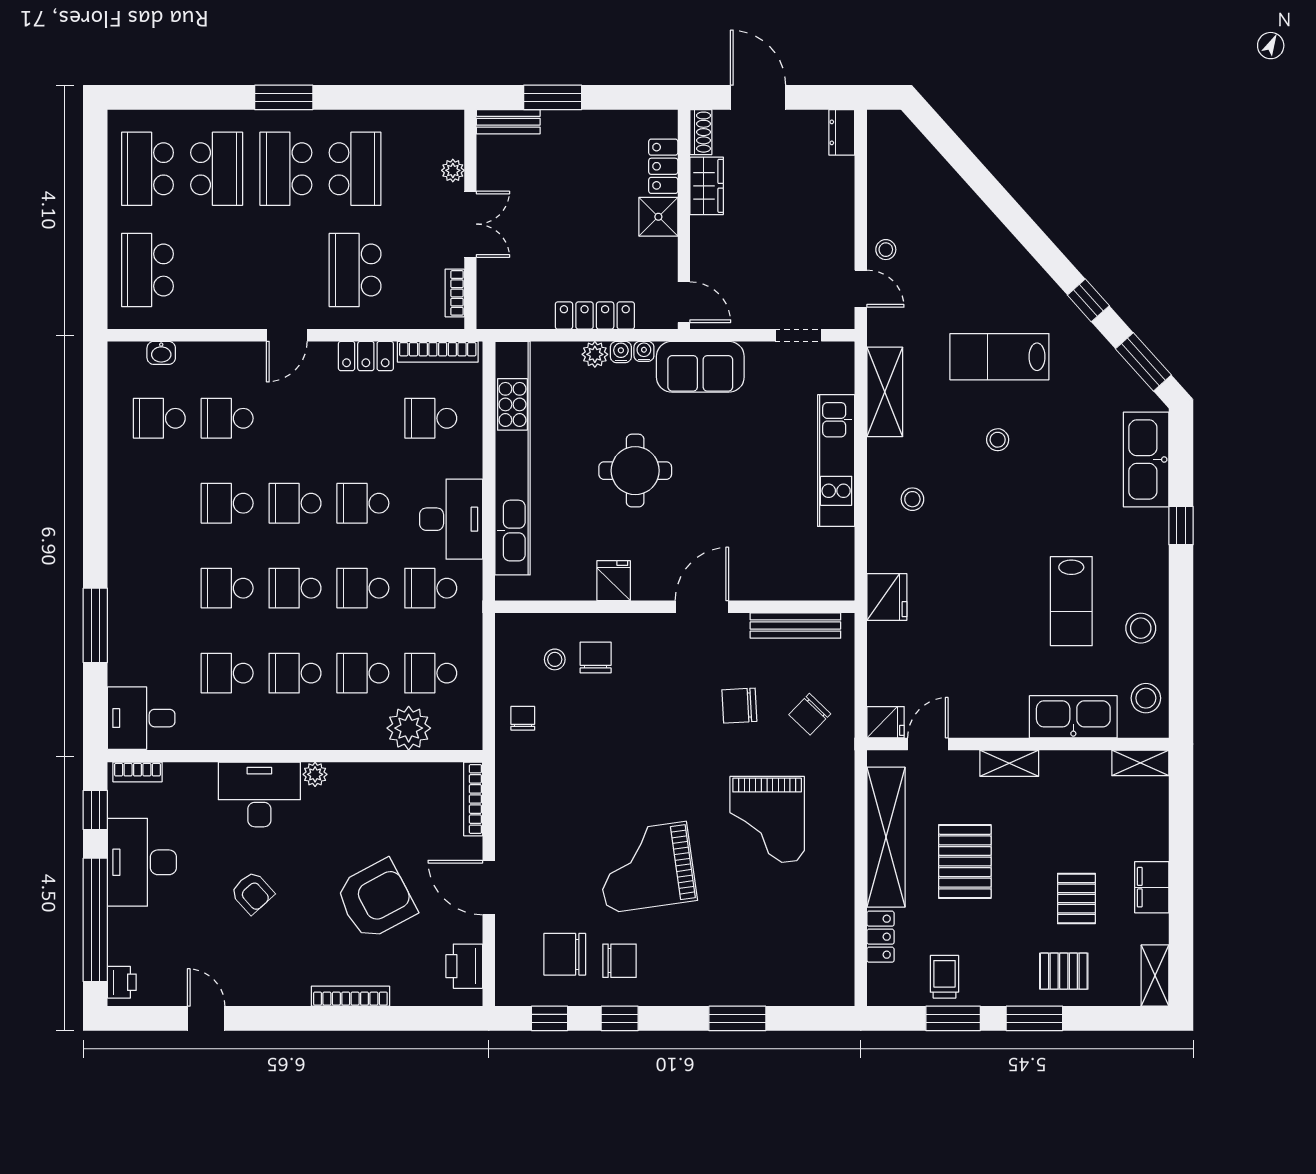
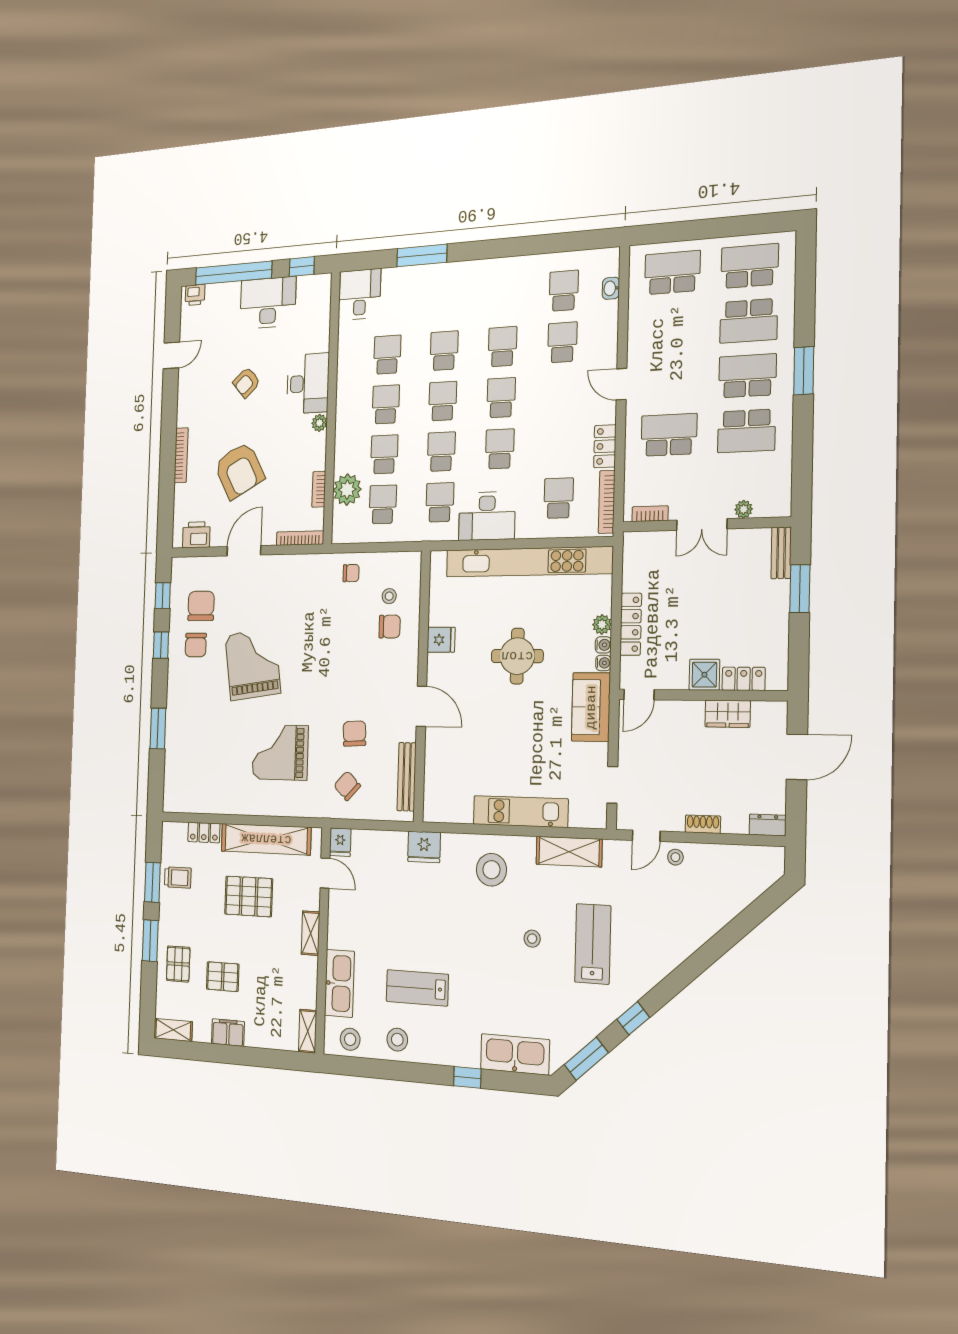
shoe rack: (701, 132) -> (703, 824), moved, turned 180
stool: (912, 499) -> (491, 870), width x1.89, depth x1.89
bookcase: (137, 772) -> (319, 489), moved

